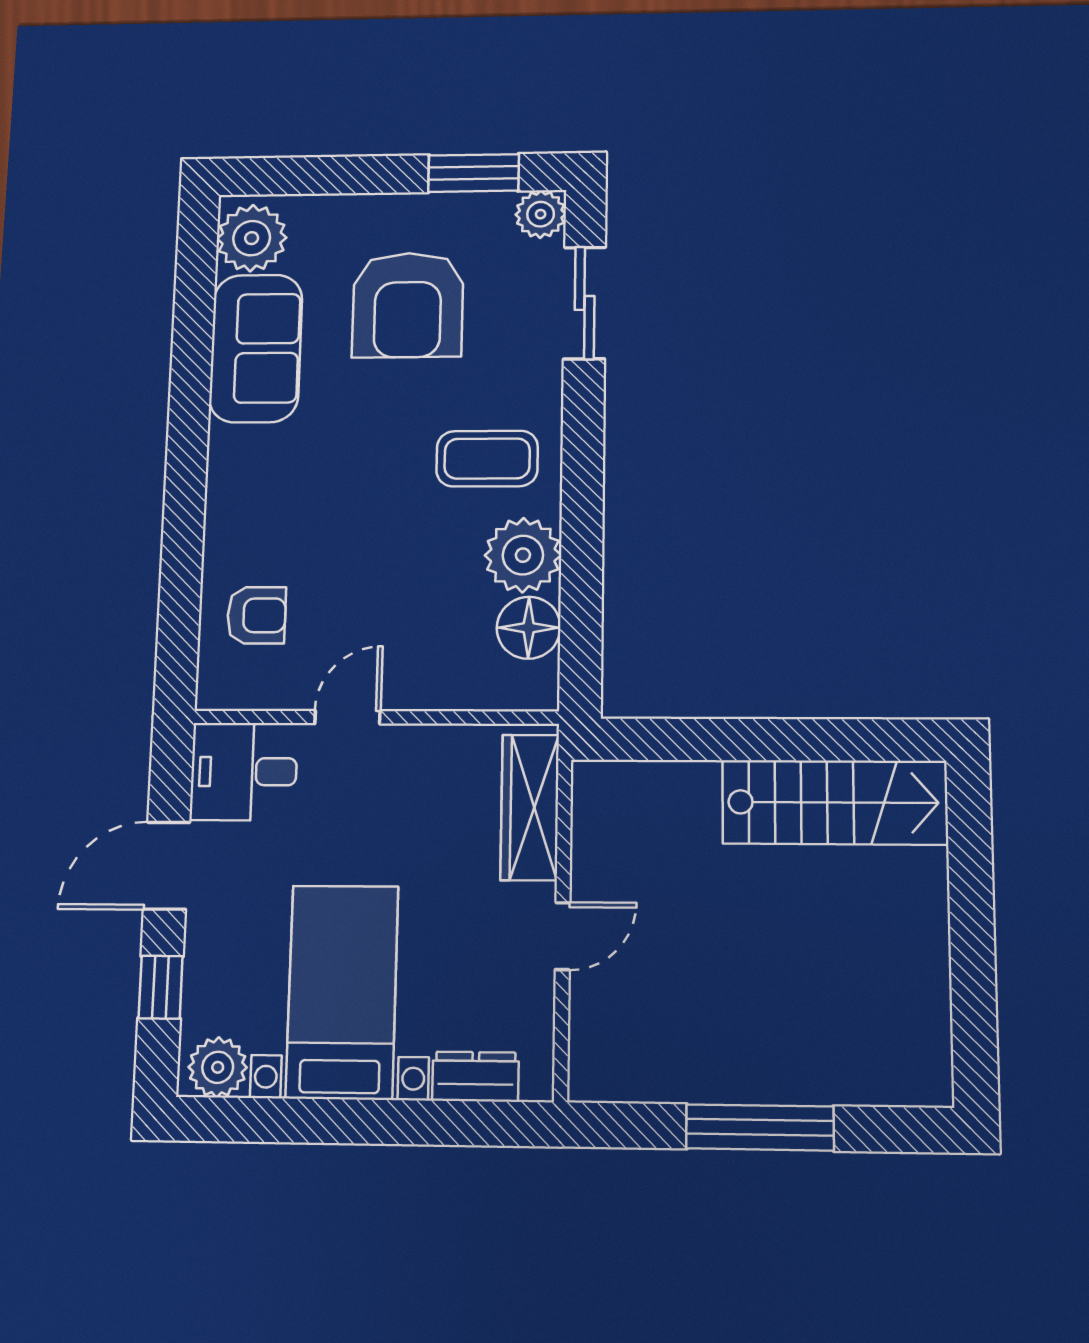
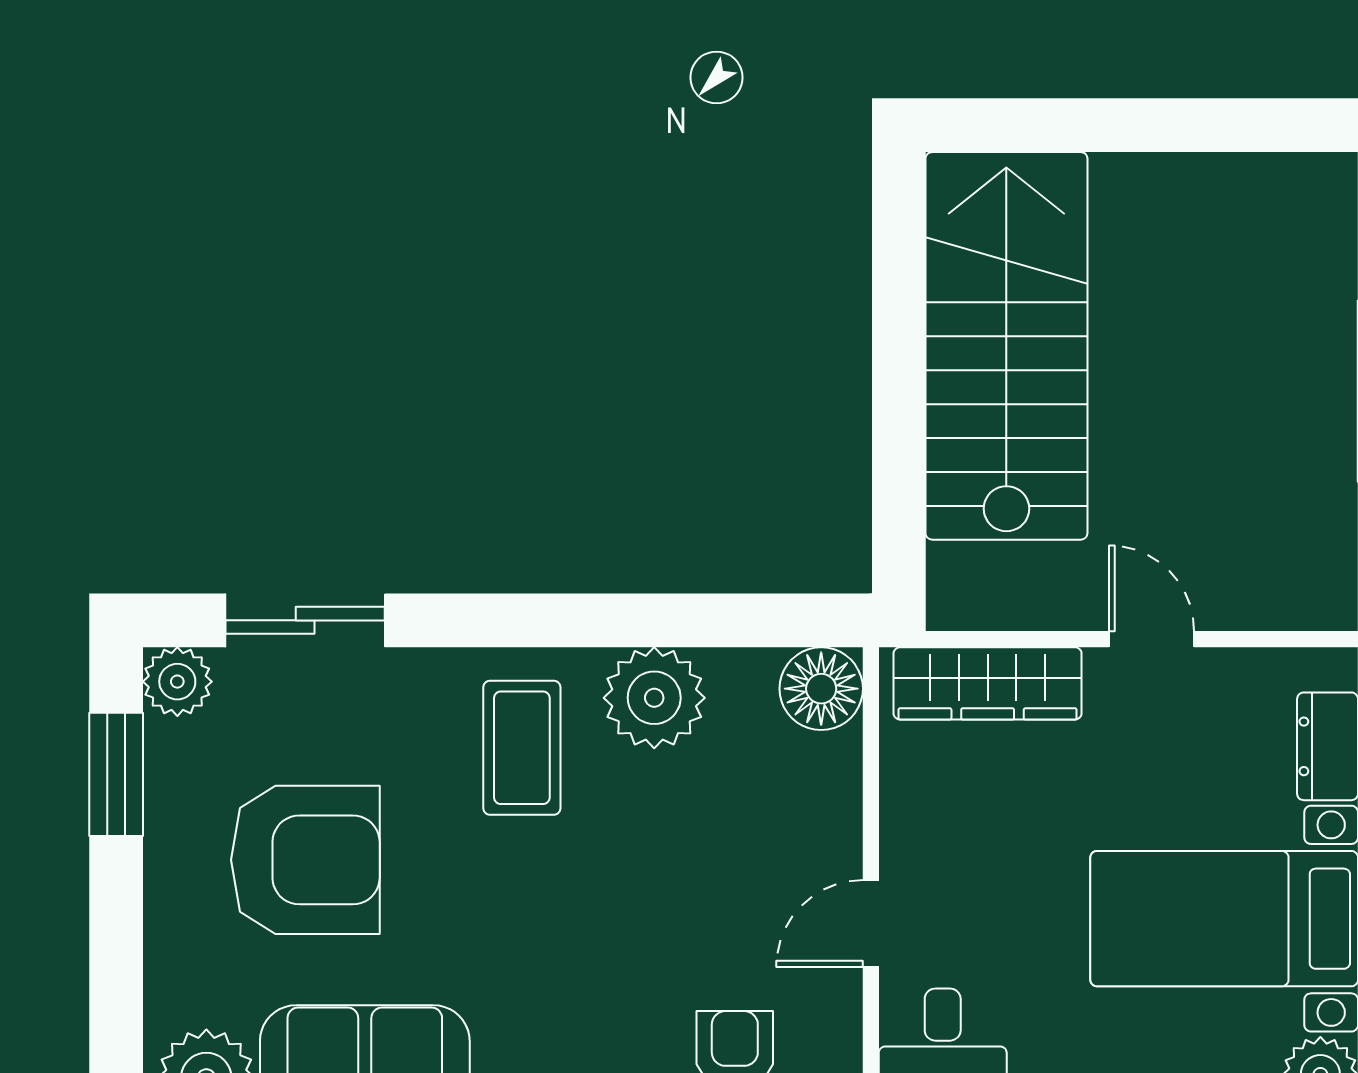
floor lamp: (529, 628) -> (821, 689), moved
door: (347, 717) -> (871, 924), hinge flipped
stairs: (835, 802) -> (1006, 346), width x1.36, depth x1.51

